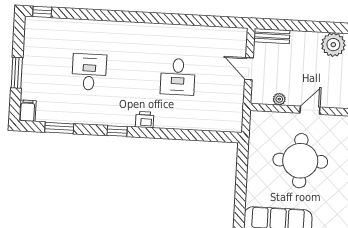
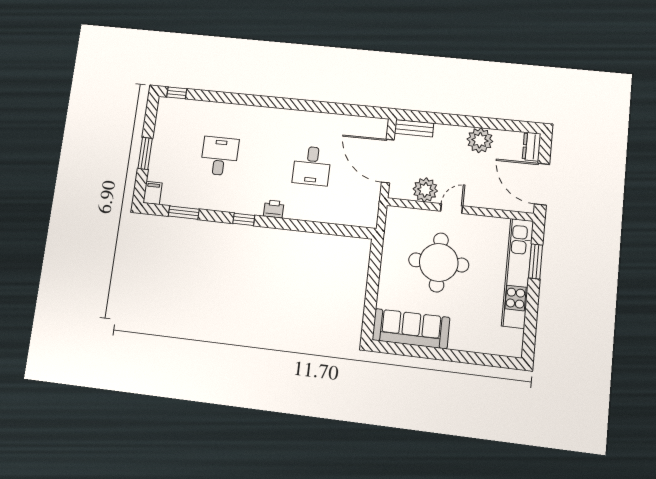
door: (249, 69) -> (388, 161), width x1.88
plant: (279, 99) -> (425, 190), width x1.88, depth x1.88

